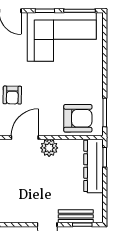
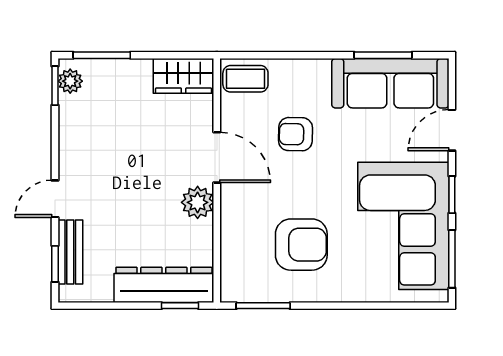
armchair: (78, 118) -> (301, 245), moved, turned -90

